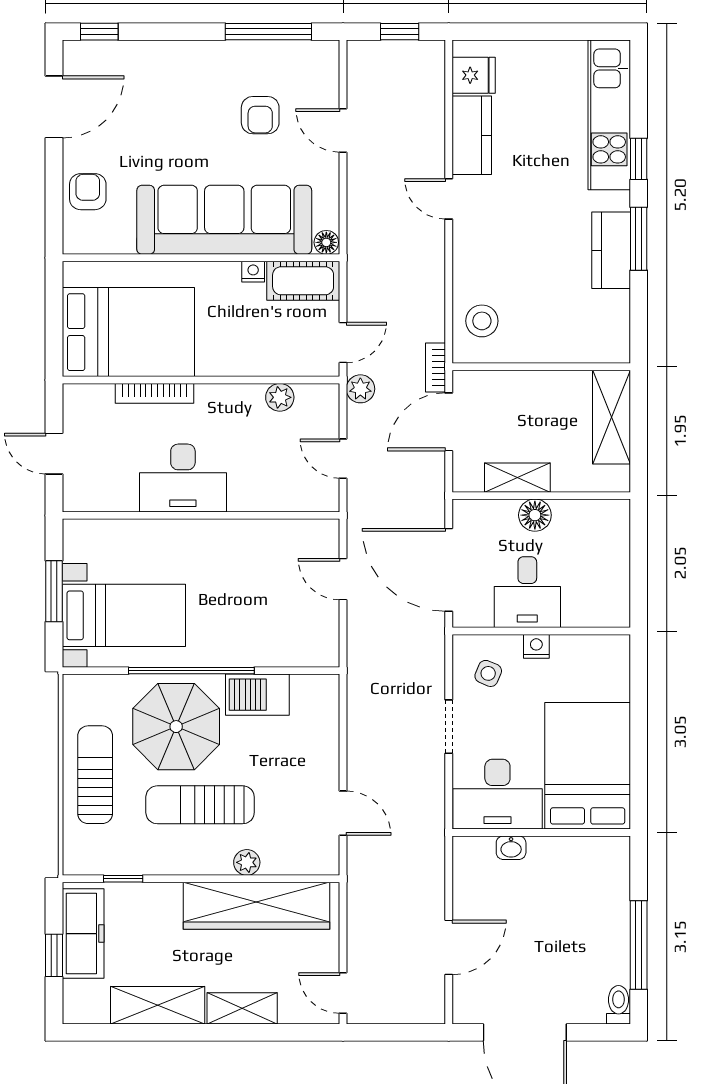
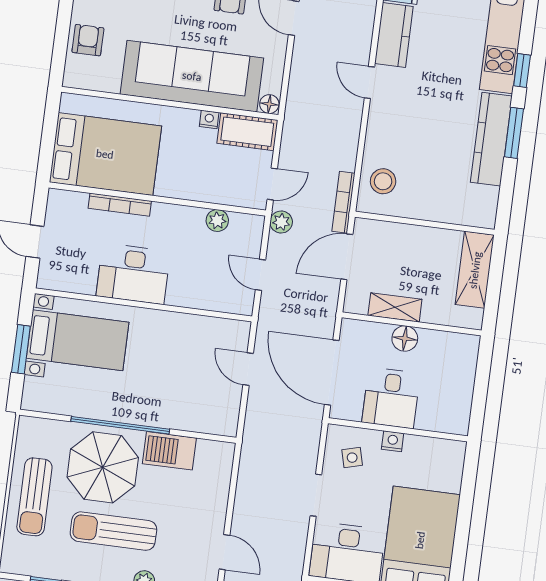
kitchen counter: (611, 250) -> (491, 139), width x1.50
bookcase: (436, 368) -> (343, 202), width x1.56
bed with nightstands: (124, 615) -> (78, 340), moved
side table: (488, 673) -> (352, 458), turned -38
sun lounger: (95, 775) -> (34, 497), turned 180

